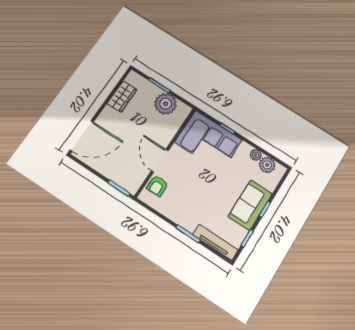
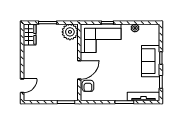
wardrobe: (122, 97) -> (30, 34), moved
plant: (166, 104) -> (70, 32), moved
door: (82, 136) -> (22, 86), width x0.53
door: (160, 161) -> (79, 70), swing flipped
plant: (267, 165) -> (146, 30), removed

